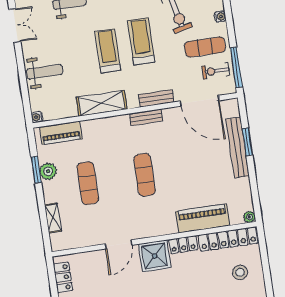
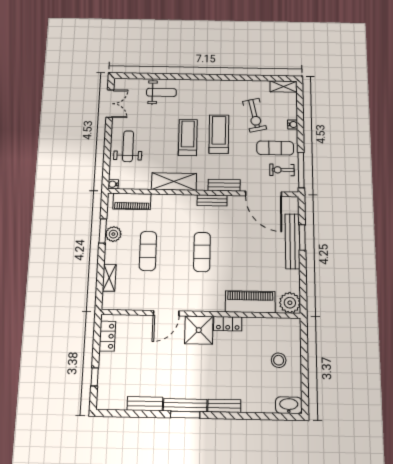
weight bench: (45, 72) -> (128, 146), turned -90
plant: (249, 217) -> (290, 303), width x1.87, depth x1.87
locker: (228, 239) -> (272, 326), removed

